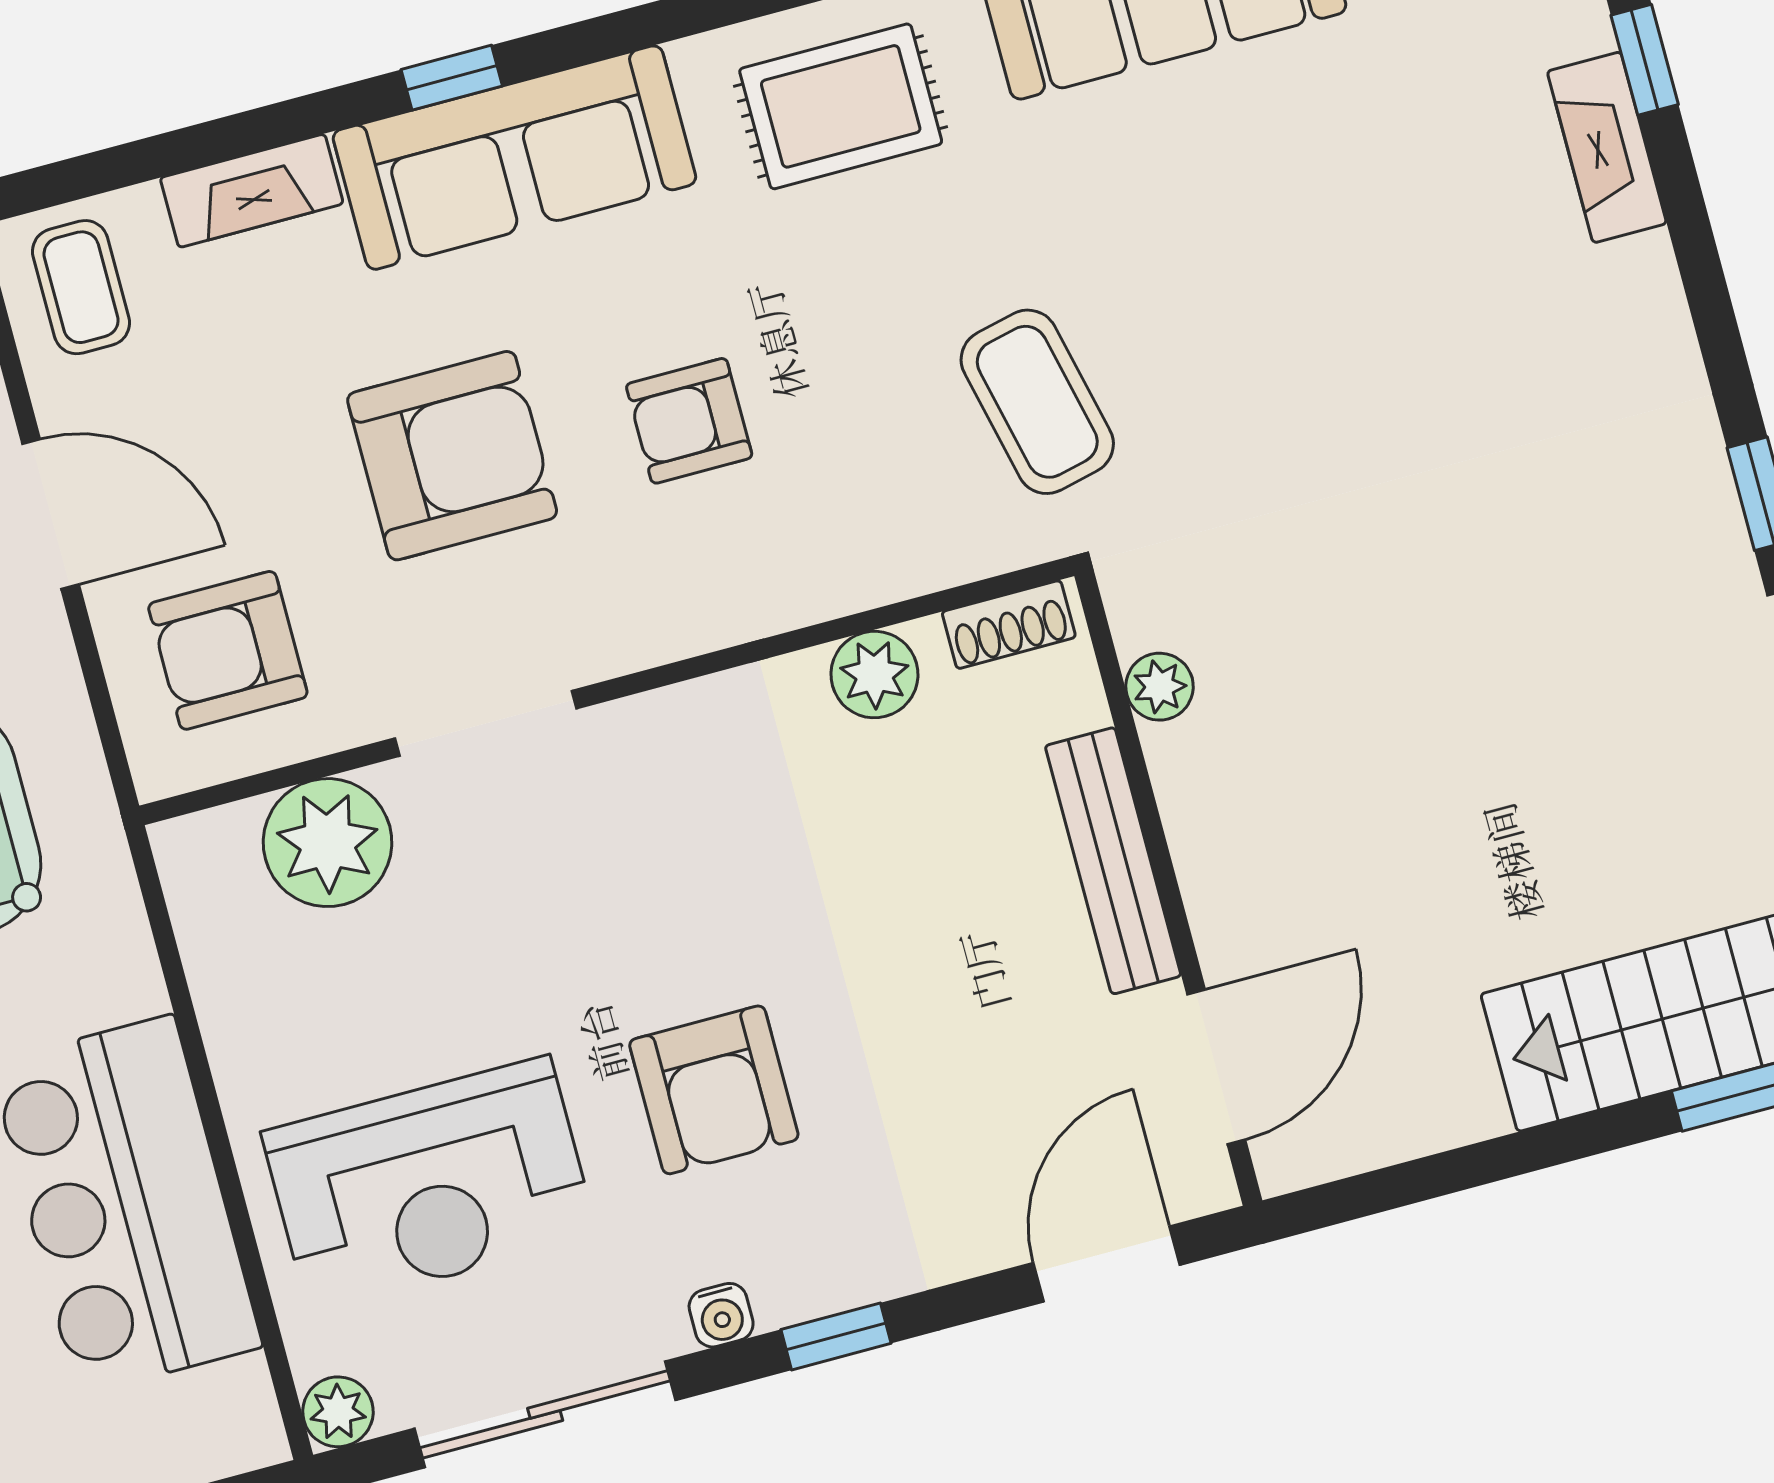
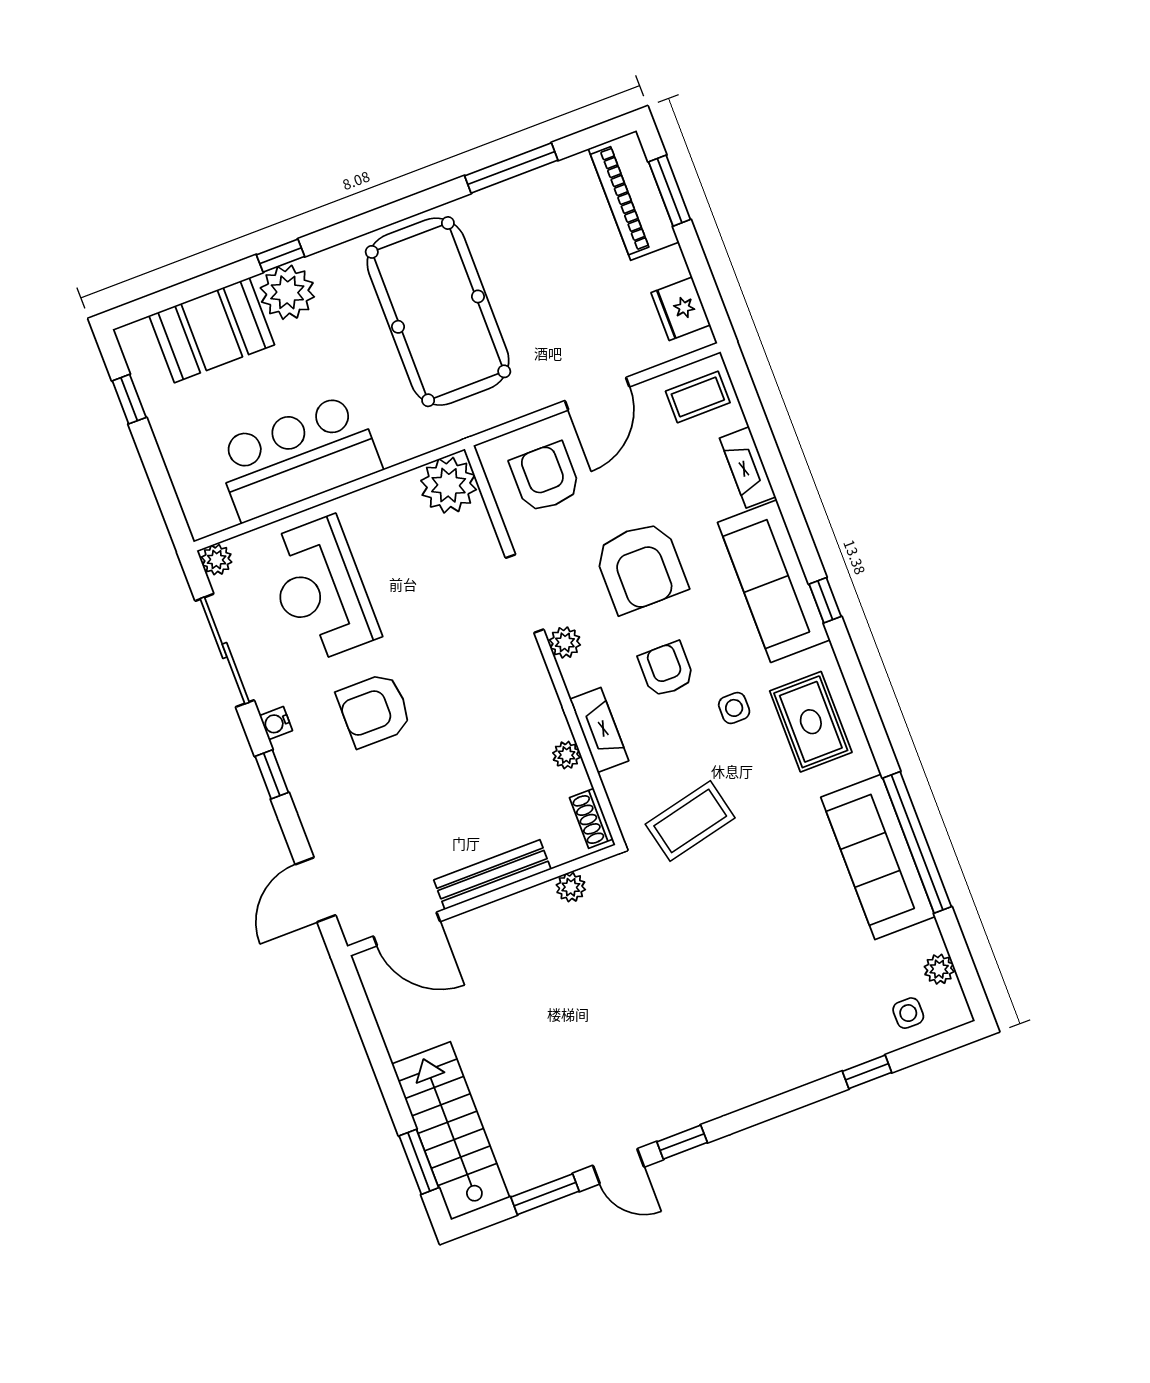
window: (452, 78) -> (825, 600), moved
fireplace: (1607, 147) -> (599, 730), moved, turned 90
side table: (792, 277) -> (734, 708), added
plant: (605, 644) -> (565, 642), added
plant: (874, 675) -> (566, 755), width x0.73, depth x0.73
plant: (328, 843) -> (449, 485), moved
door: (1107, 1264) -> (316, 890), swing flipped

